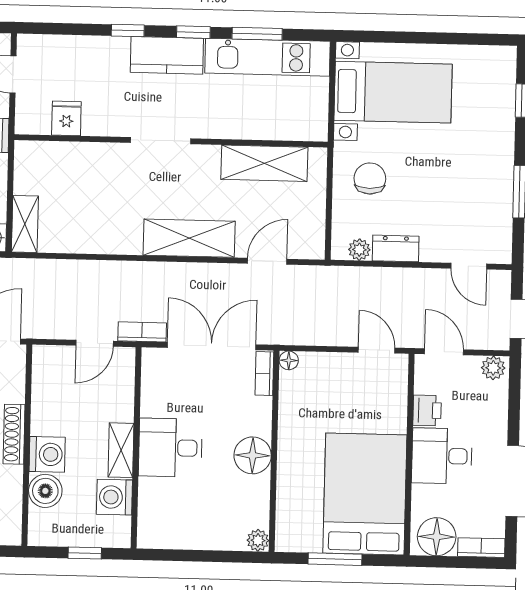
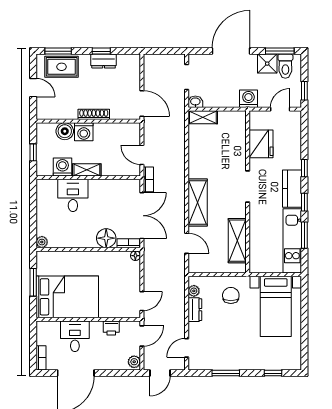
fridge: (66, 118) -> (261, 144), width x1.88, depth x1.34
chair: (370, 178) -> (231, 295), turned -90
desk: (170, 448) -> (73, 195), moved
floor lamp: (253, 455) -> (106, 238), moved
desk: (442, 456) -> (75, 336), moved
floor lamp: (437, 537) -> (46, 335), removed

